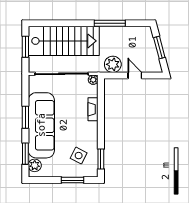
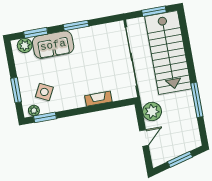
plant: (93, 80) -> (34, 111), moved
sofa: (41, 125) -> (53, 45), width x0.54, depth x0.79

